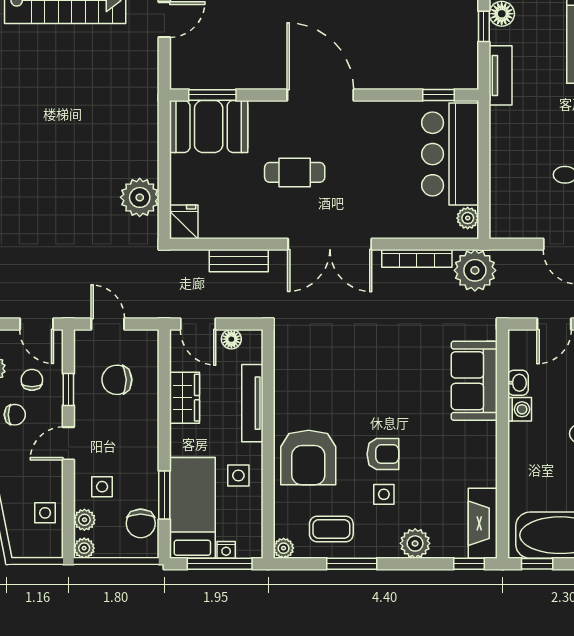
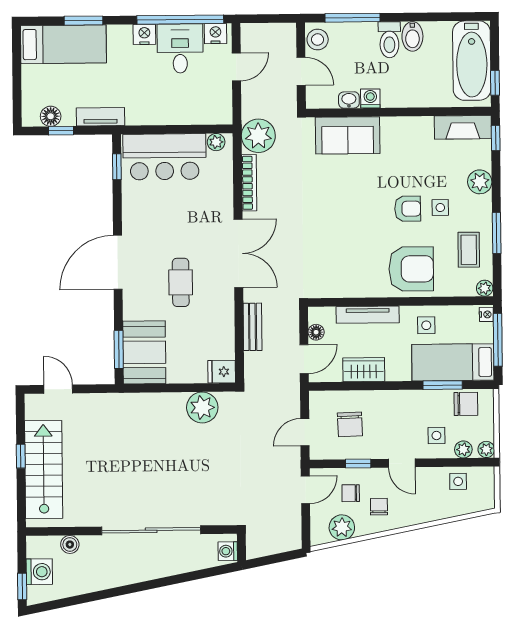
armchair: (383, 454) -> (408, 209), turned 90
nightstand: (226, 550) -> (486, 314), moved

